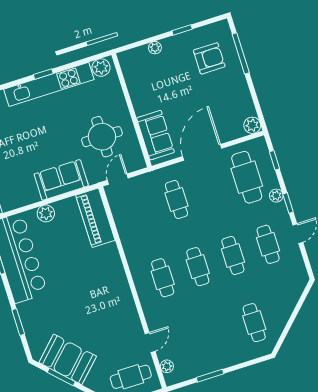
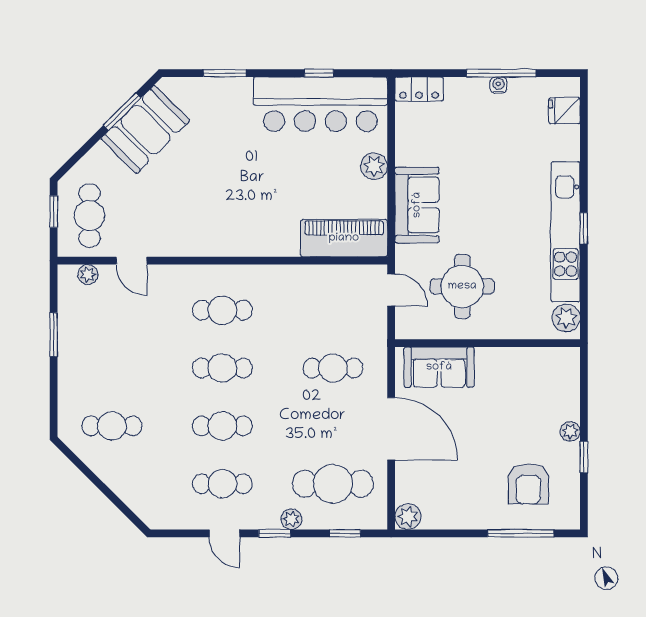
plant: (155, 48) -> (570, 431), moved

